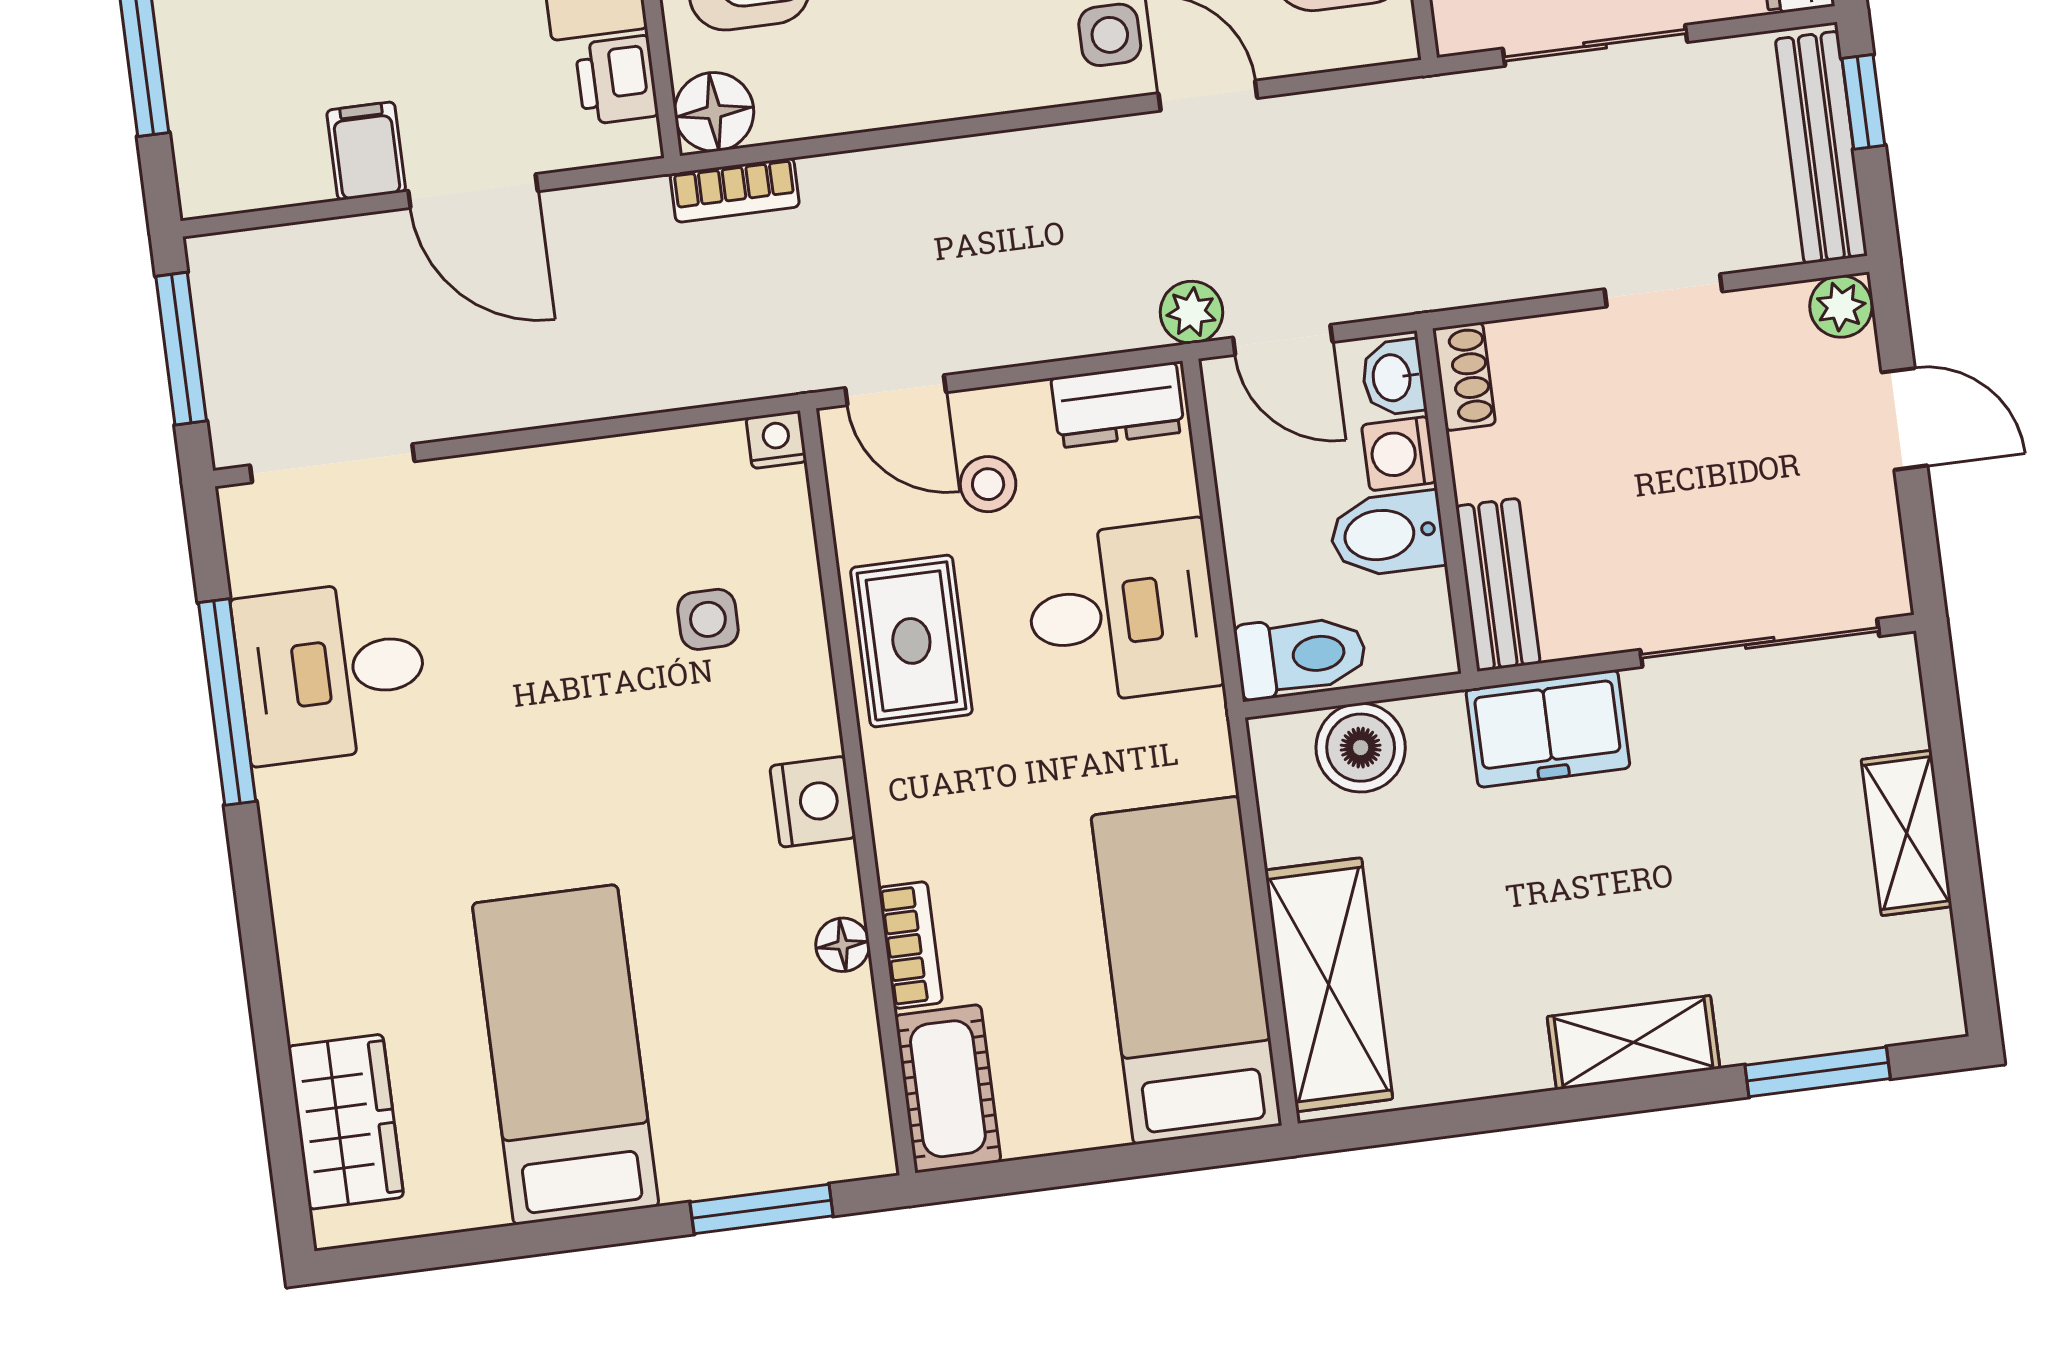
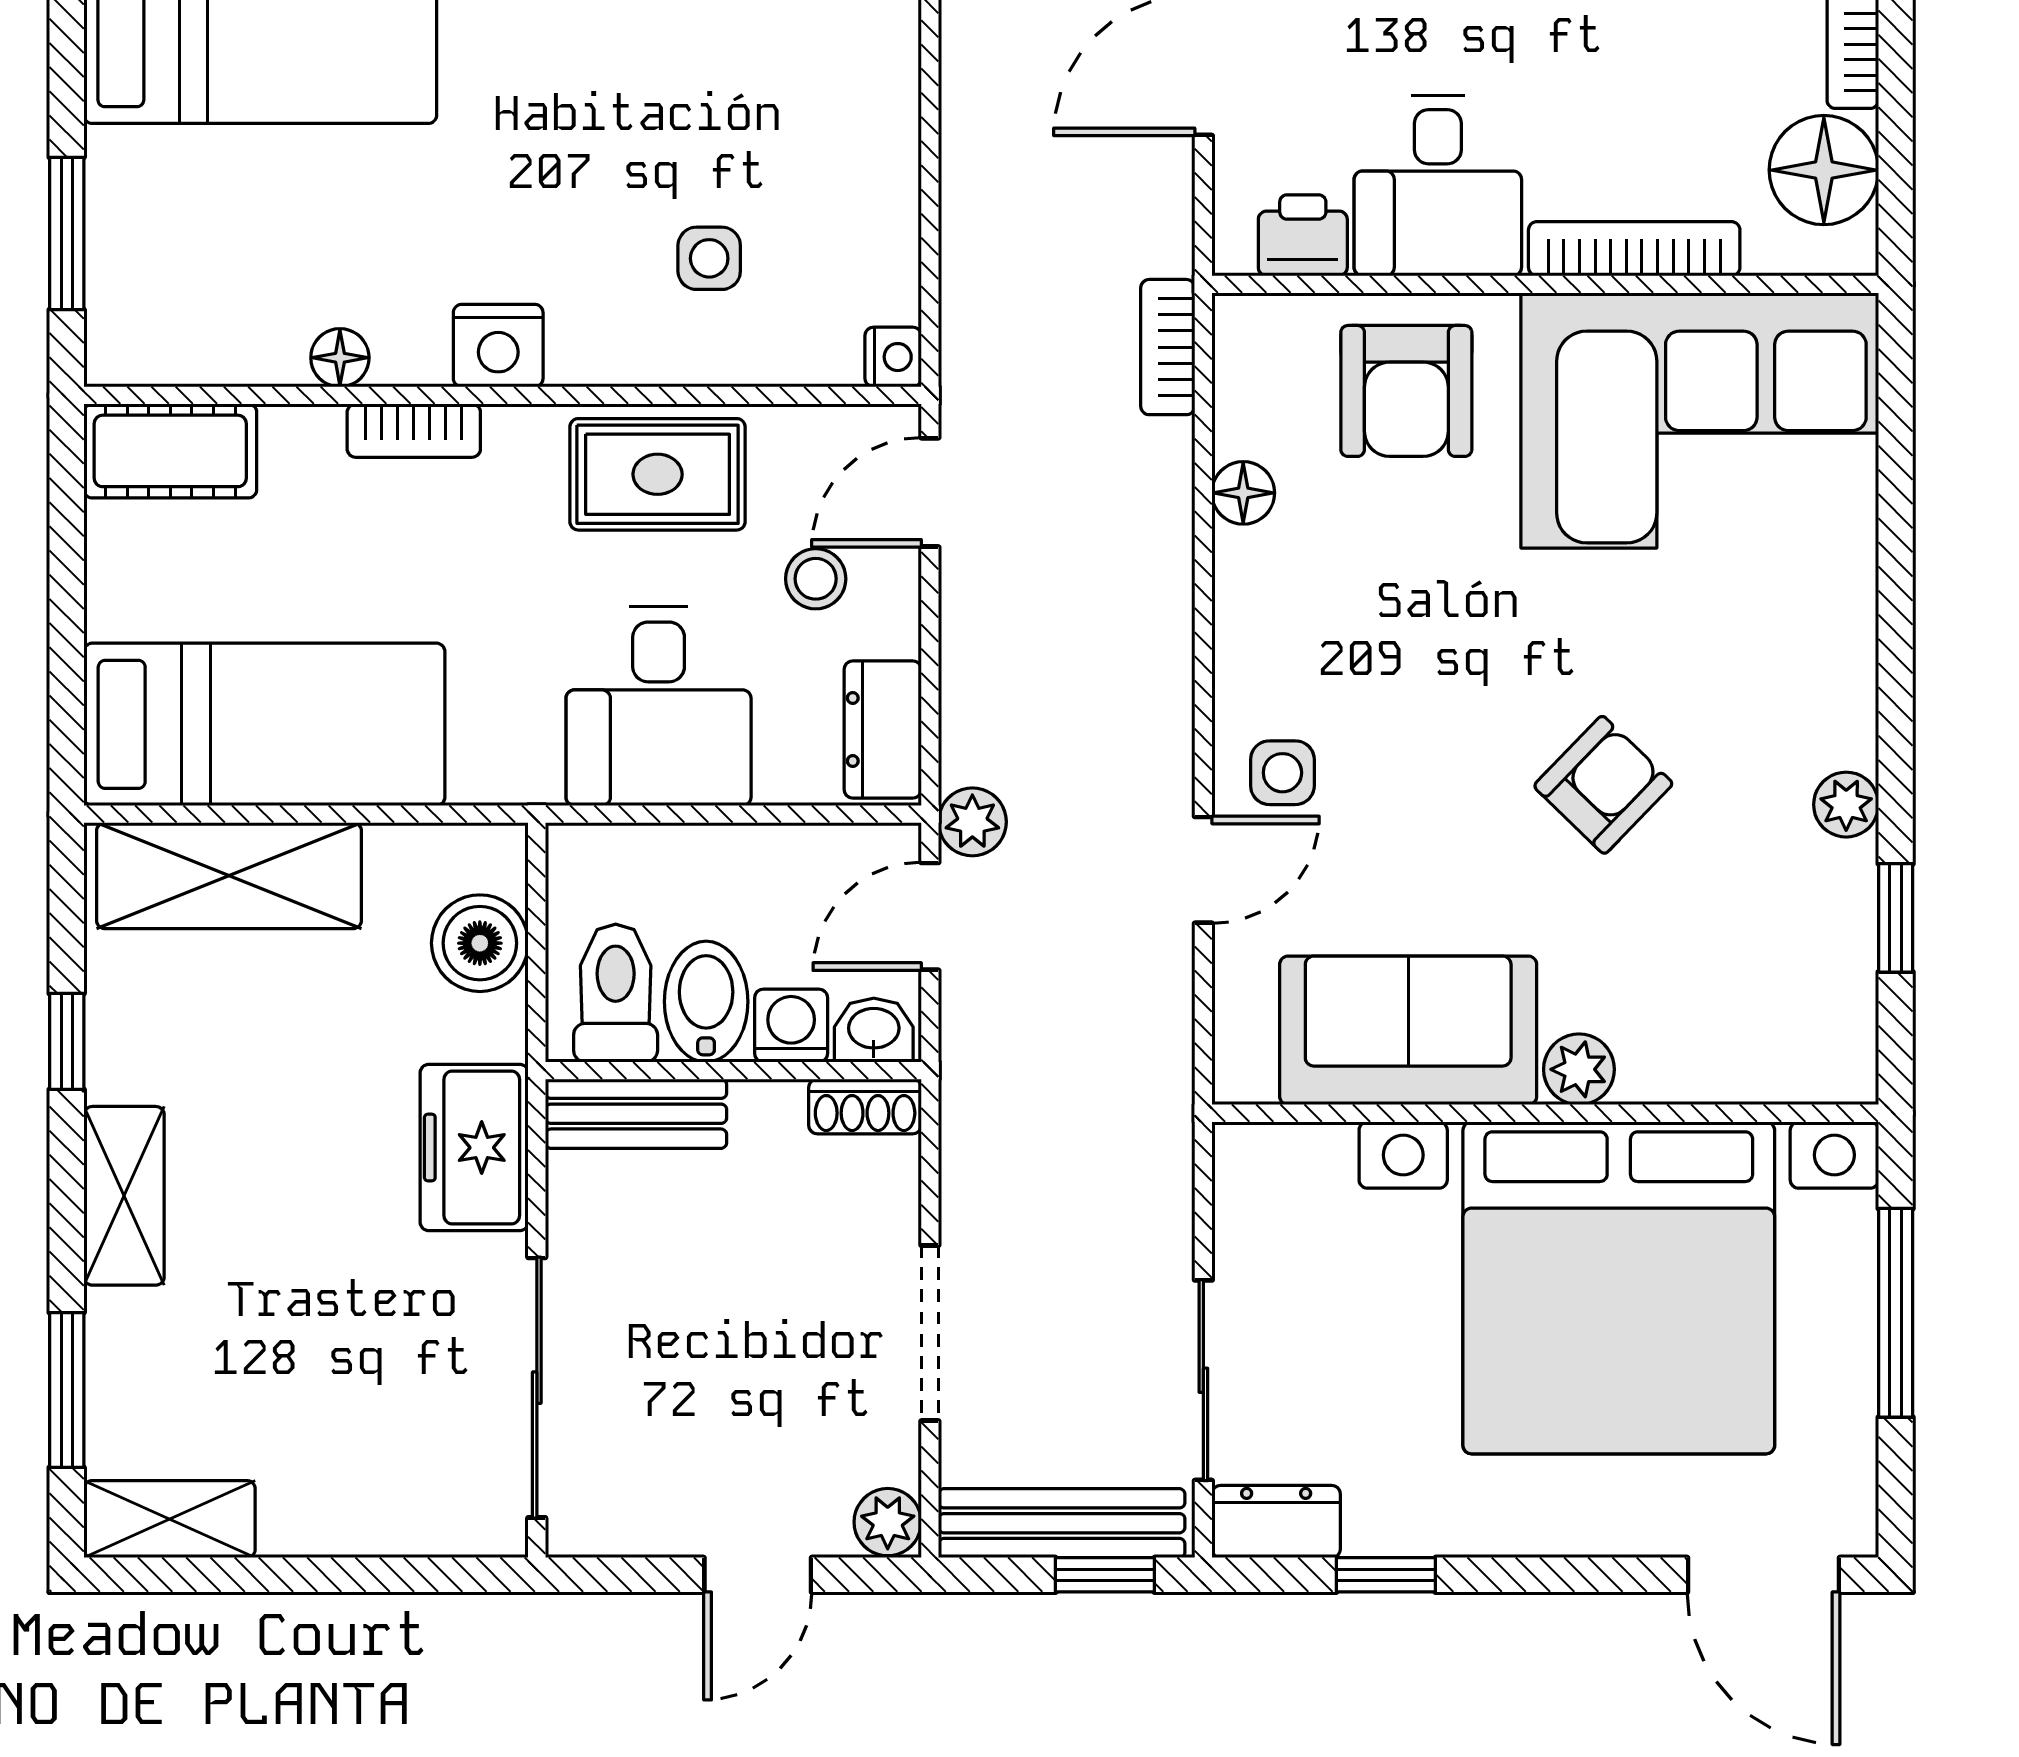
sliding door: (1595, 45) -> (1203, 1380), moved
floor lamp: (714, 112) -> (1243, 493), moved, width x0.73, depth x0.73
doorway: (1663, 290) -> (930, 1333), width x1.38
toilet: (1301, 656) -> (616, 993), moved, turned 180
shelving: (1907, 833) -> (170, 1519), moved
bookcase: (910, 945) -> (414, 431), moved
window: (1499, 1113) -> (67, 1041), added

